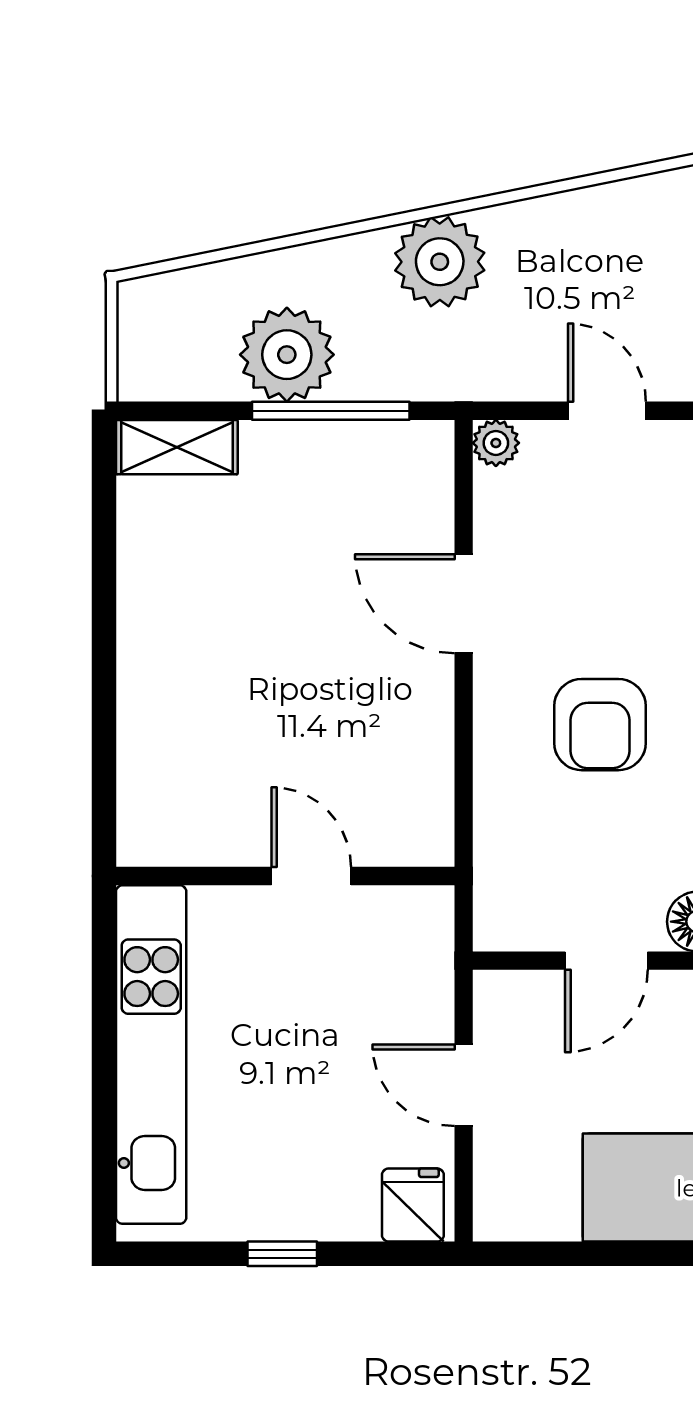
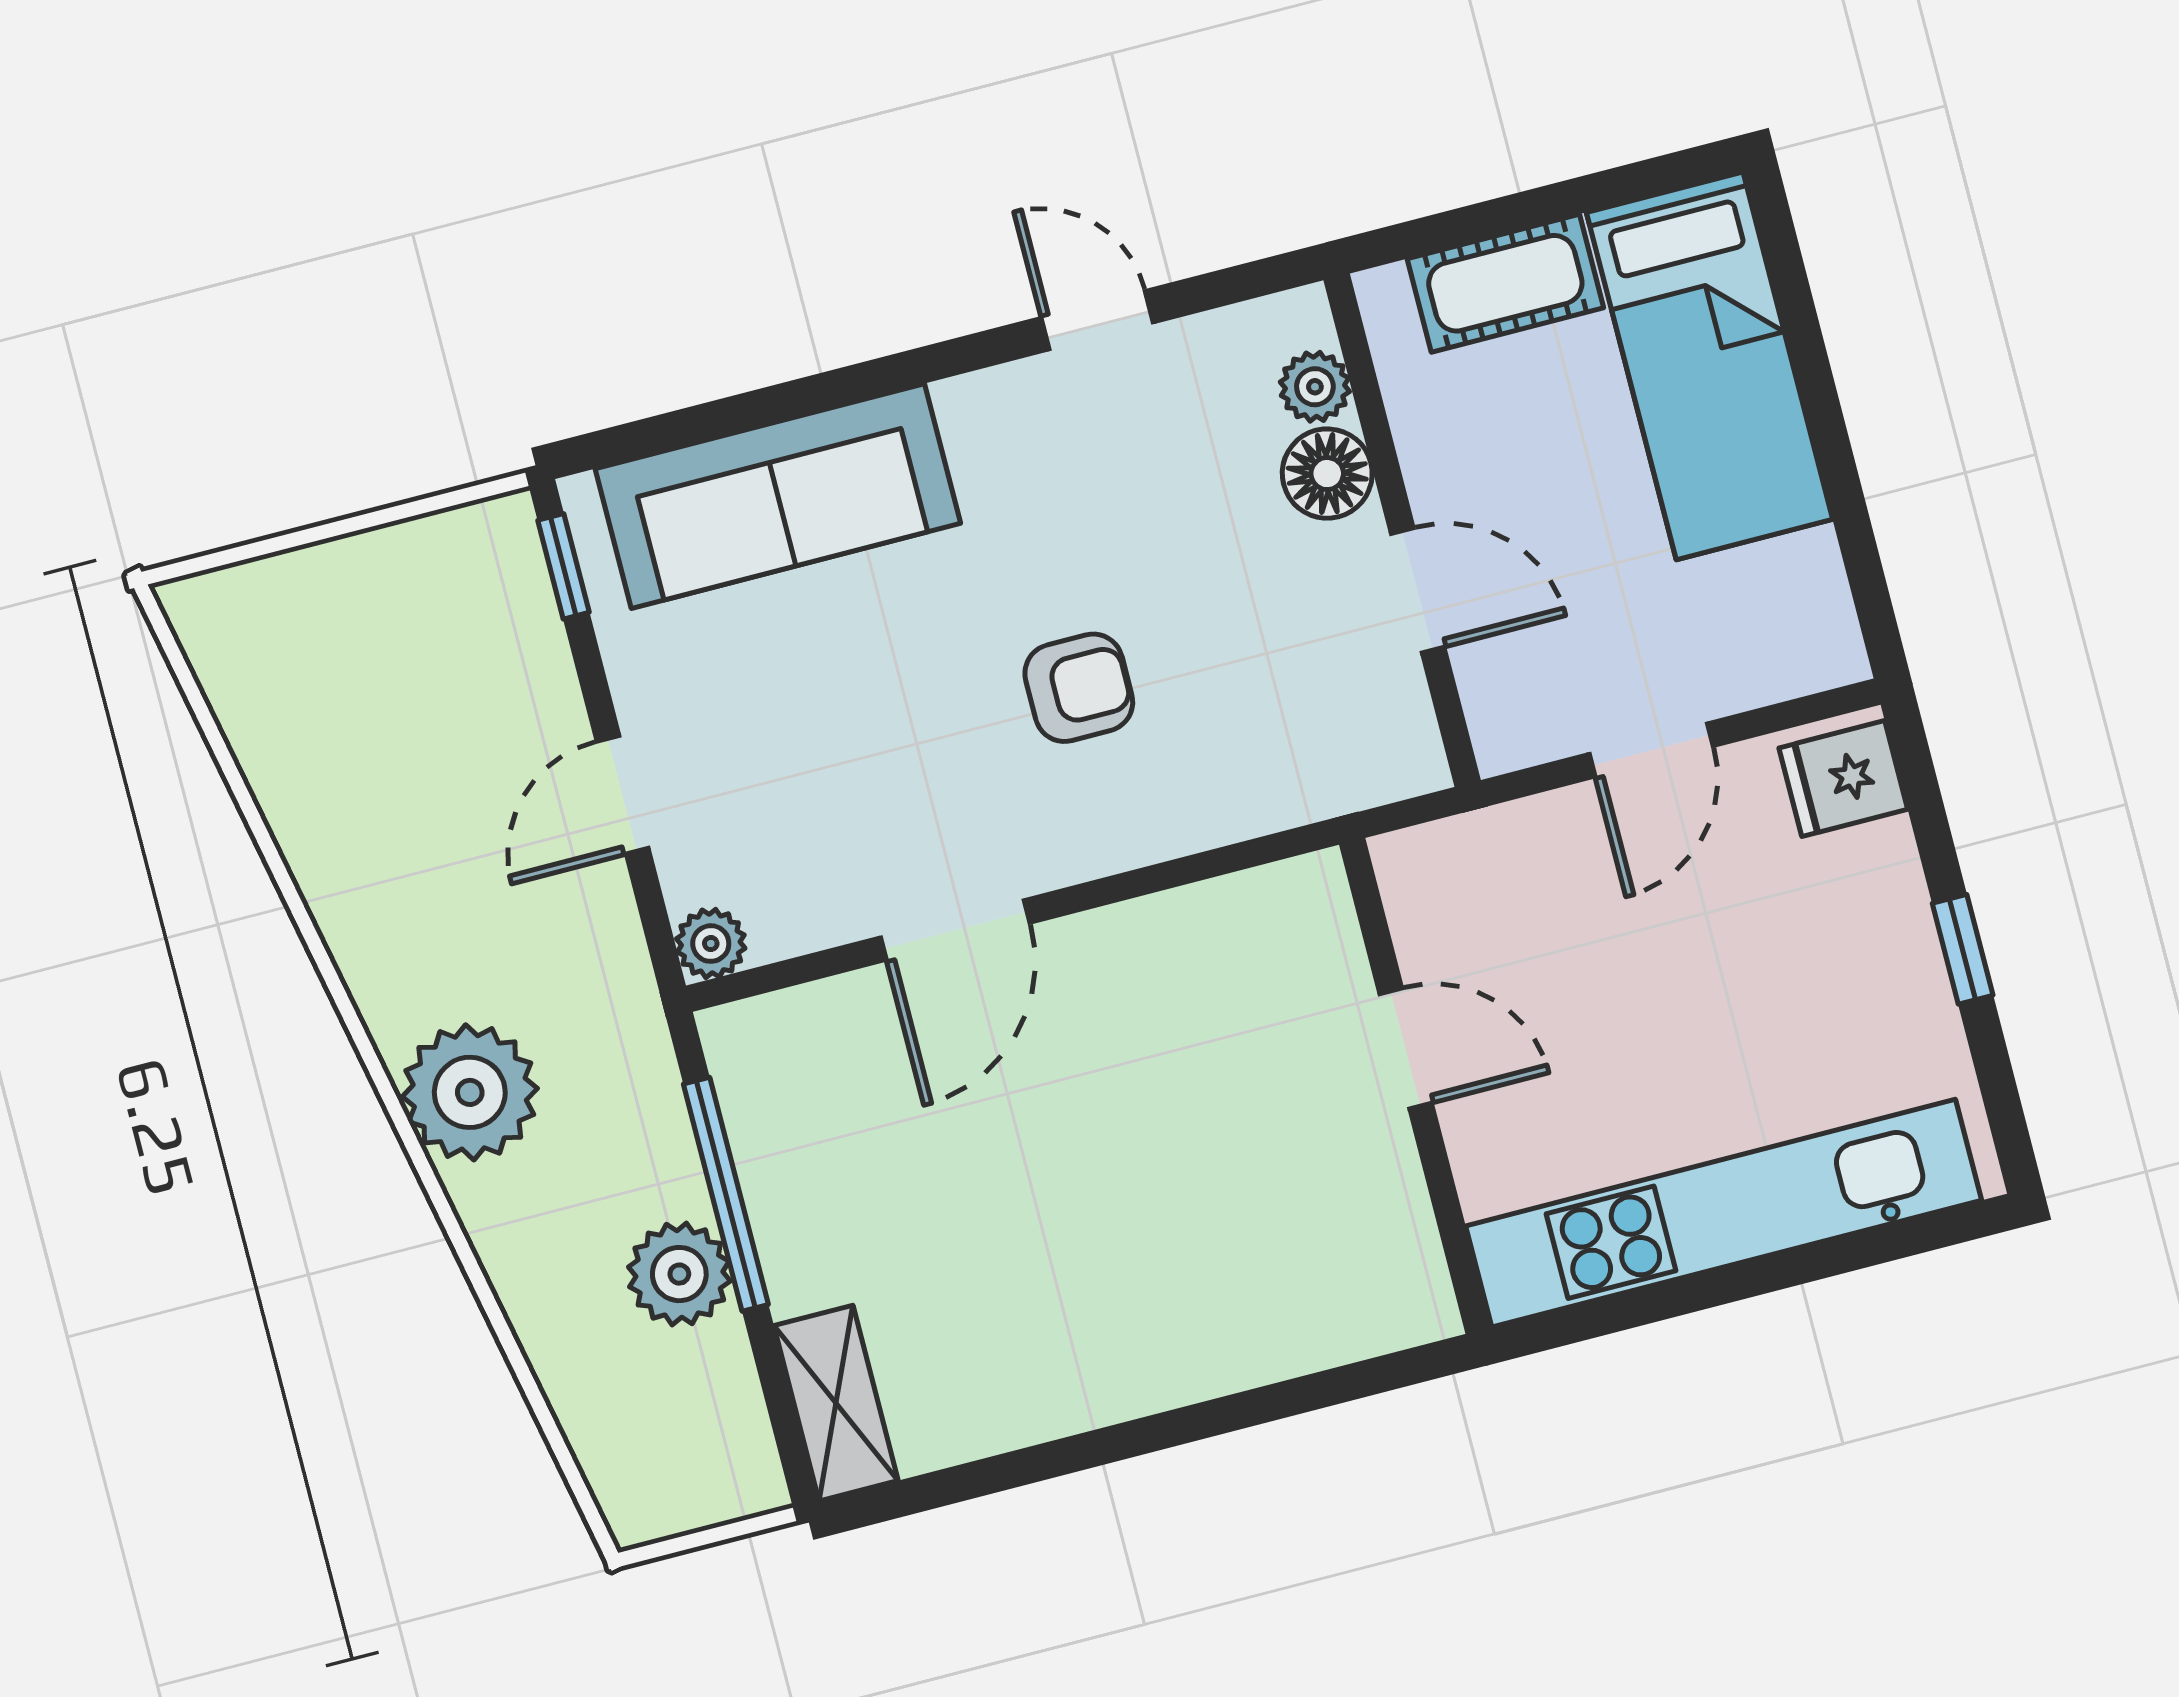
plant: (287, 355) -> (679, 1274), width x0.73, depth x0.73
armchair: (600, 725) -> (1079, 688), width x0.72, depth x0.72
door: (311, 876) -> (1406, 1048), swing flipped

